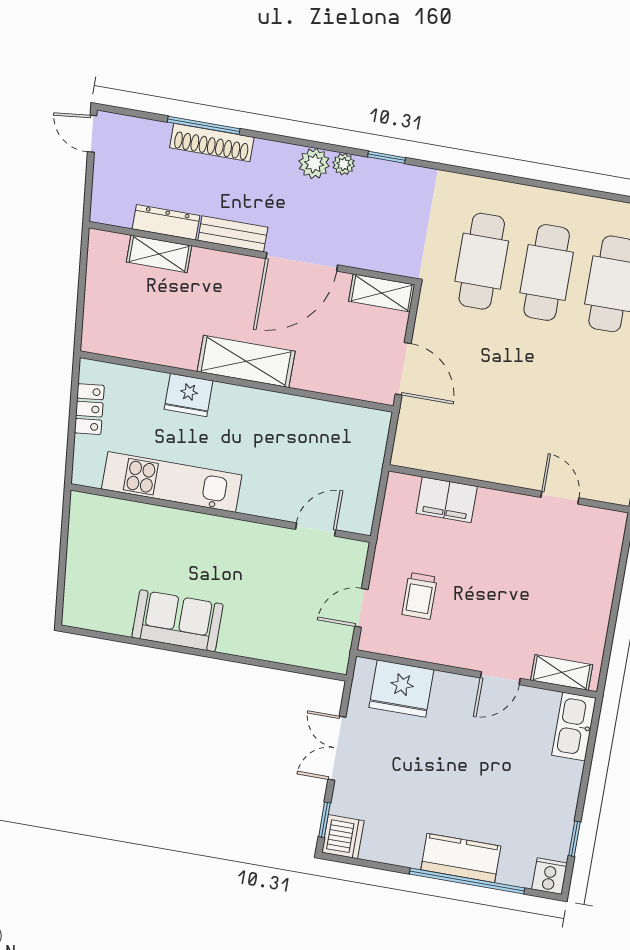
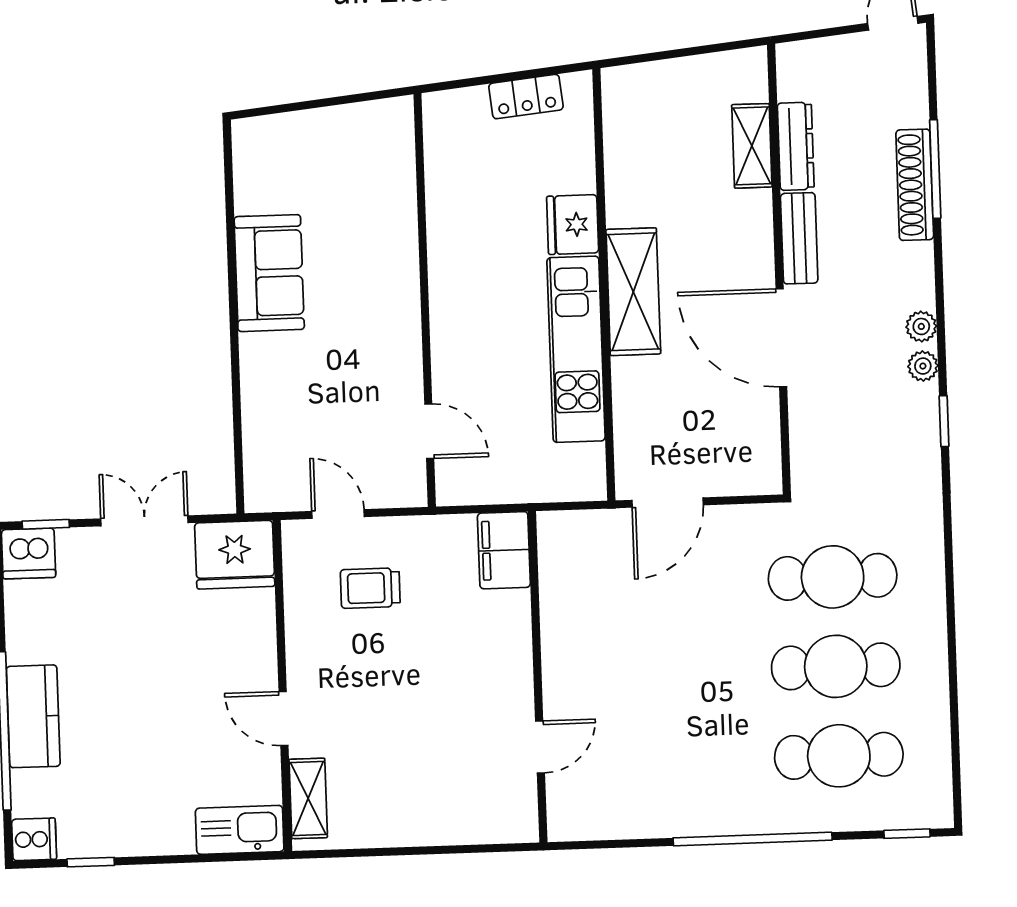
plant: (314, 163) -> (921, 326), width x0.73, depth x0.73
shelving: (382, 293) -> (762, 453), removed
kitchen unit: (172, 482) -> (576, 349), moved, turned 180
filing cabinet: (447, 500) -> (504, 550), moved
fridge: (401, 689) -> (235, 555), moved, turned -90

